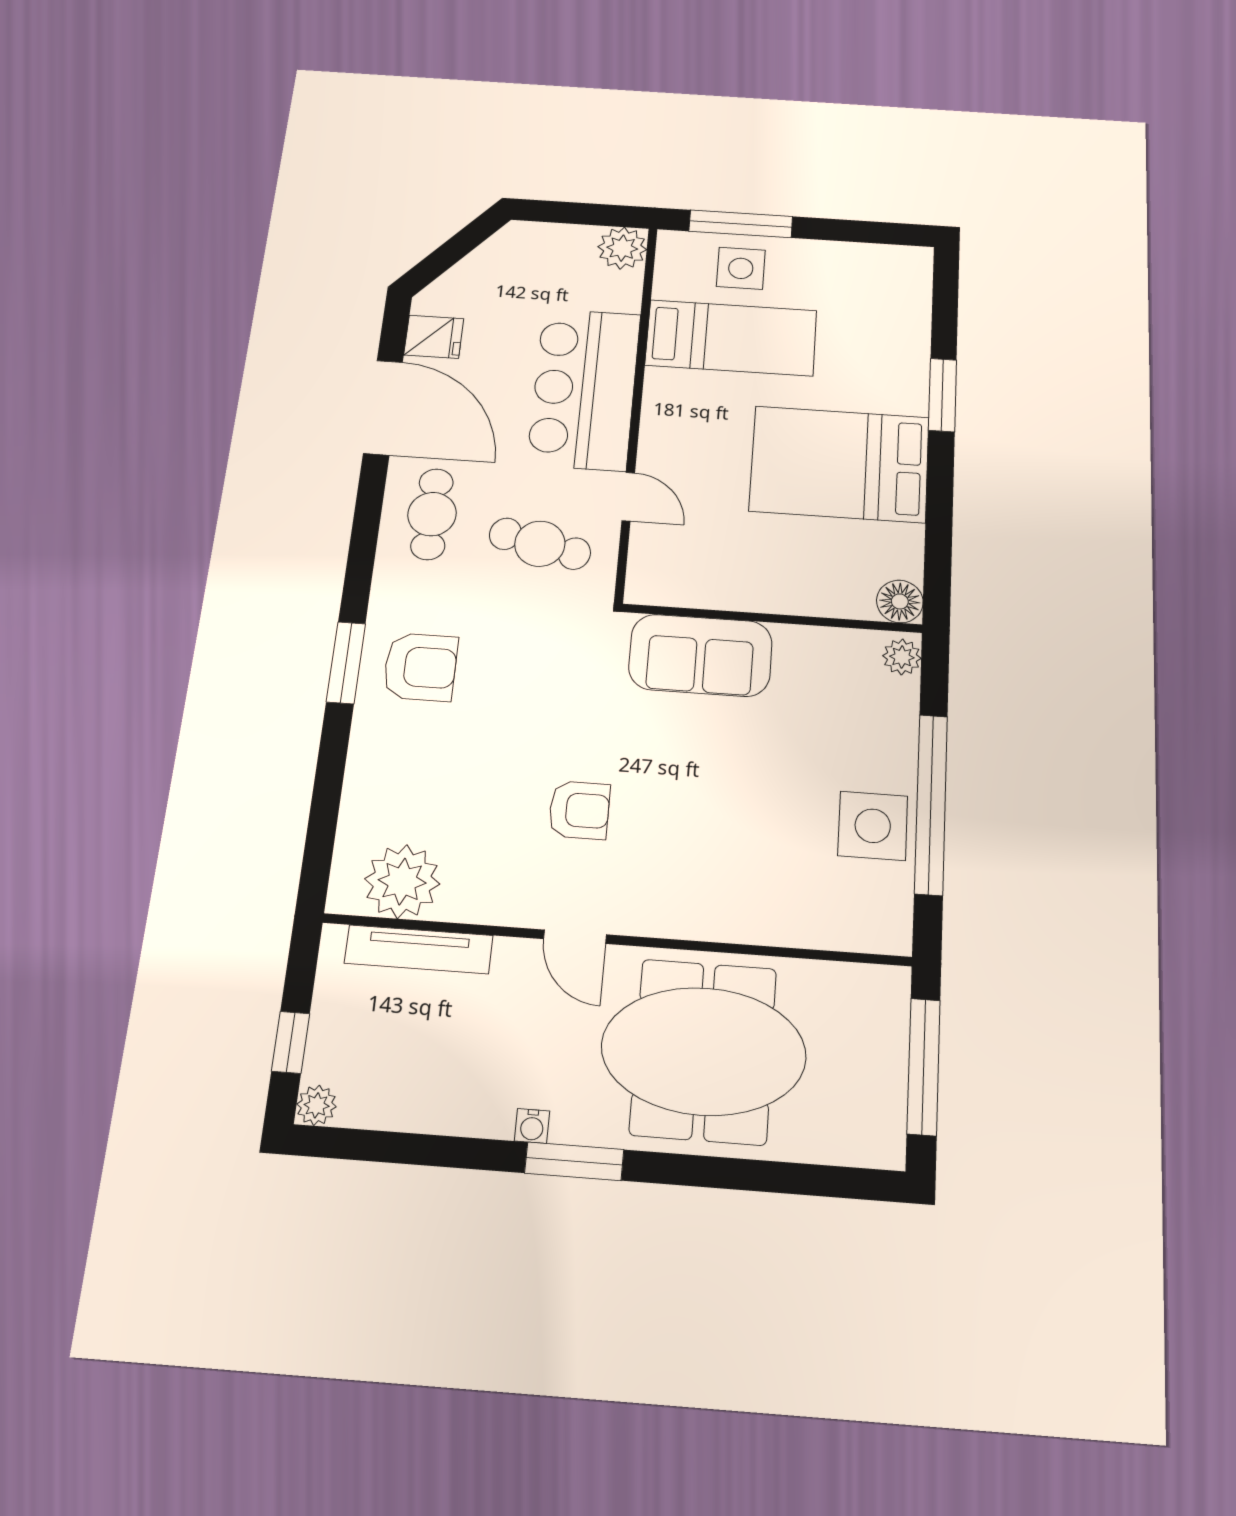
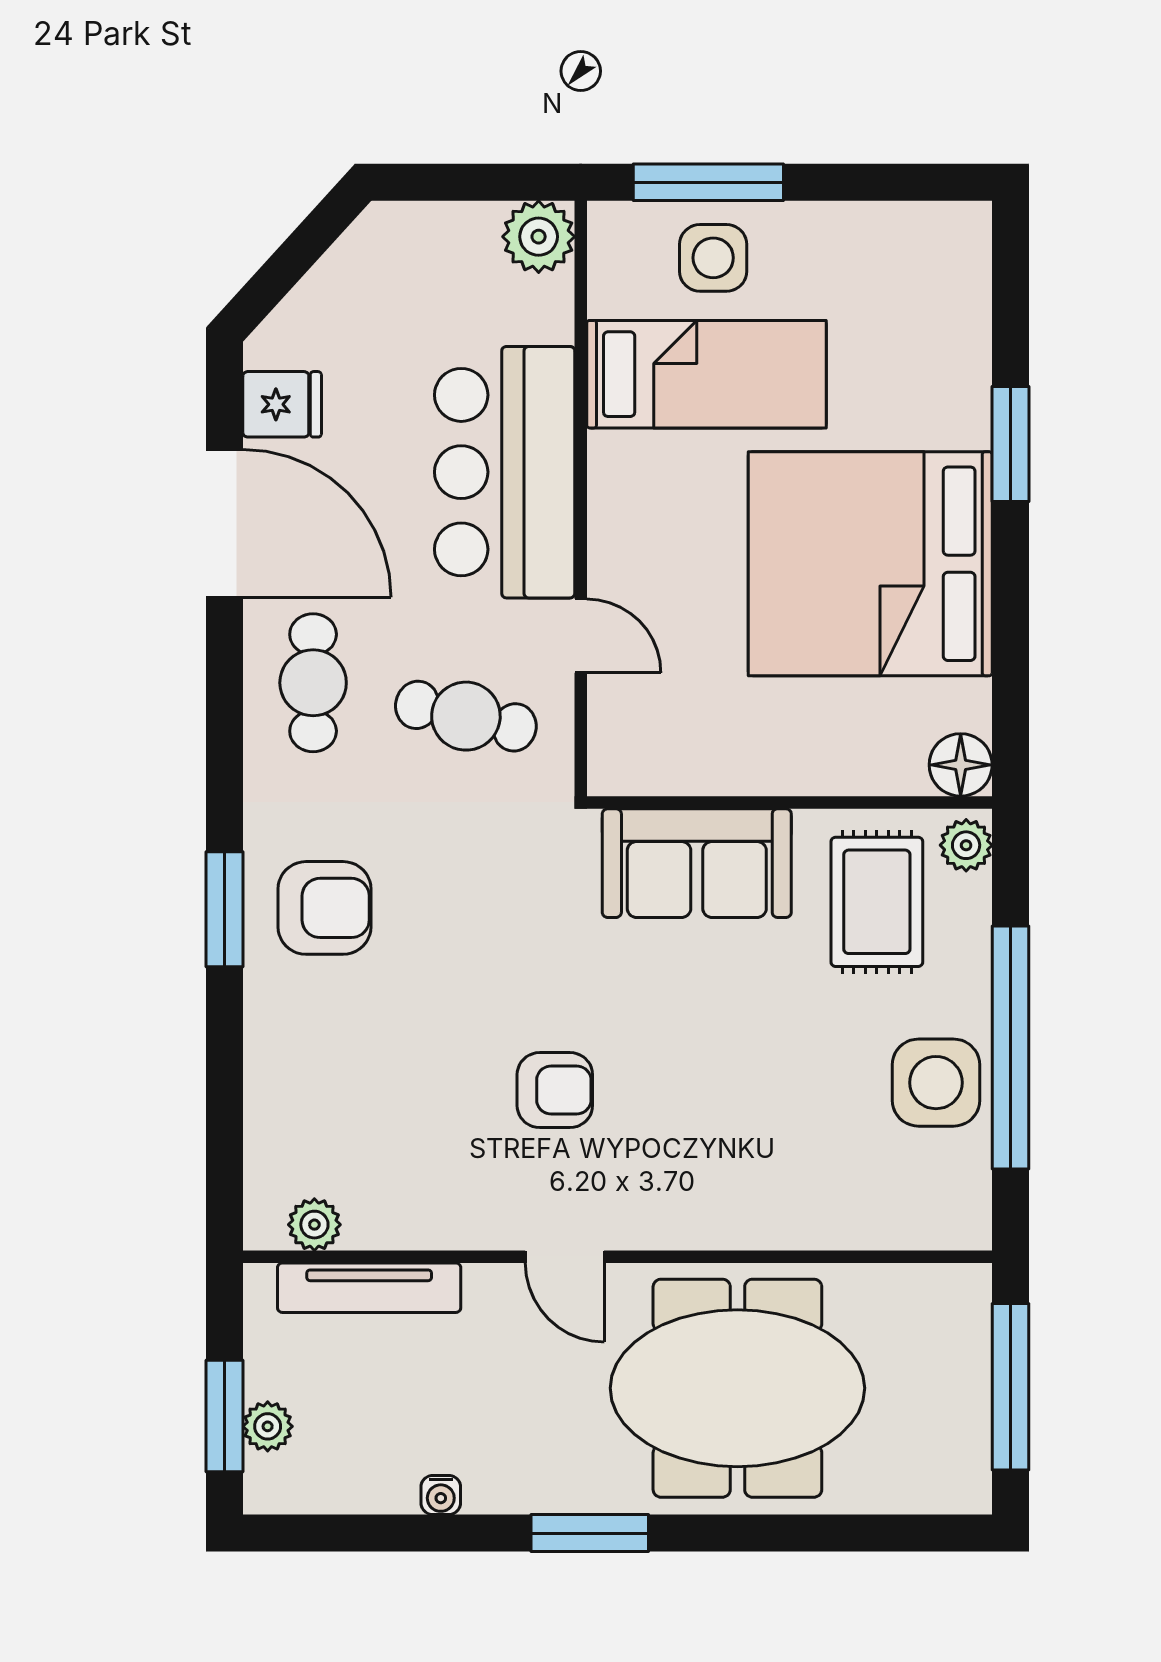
bed: (840, 464) -> (870, 564), width x1.36
rug: (833, 692) -> (877, 902), added
plant: (402, 881) -> (314, 1225), width x0.53, depth x0.53
window: (291, 1042) -> (225, 1416), width x1.50
plant: (317, 1105) -> (268, 1426), moved
water cooler: (532, 1126) -> (441, 1495), moved

